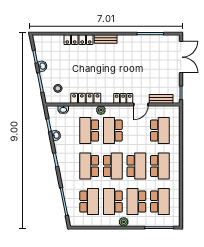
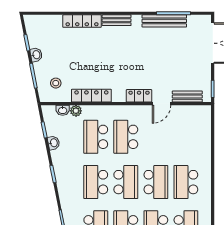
bench: (143, 40) -> (164, 21), added
plant: (101, 110) -> (76, 111), moved
school desk: (160, 131) -> (186, 137), removed
school desk: (160, 166) -> (186, 182), turned 180

